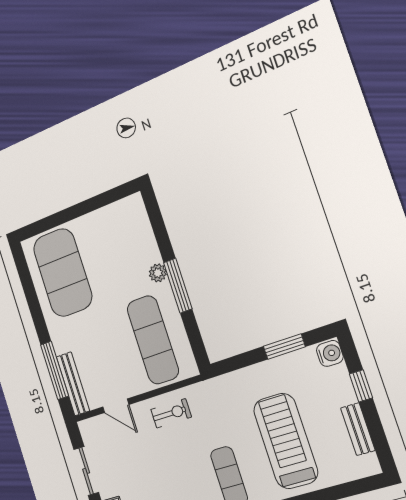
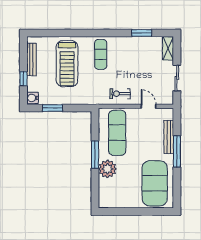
plant: (158, 273) -> (108, 169), width x1.87, depth x1.87
window: (55, 370) -> (177, 152), moved
bench: (73, 384) -> (169, 137), moved
bench: (358, 429) -> (31, 59), width x1.36

